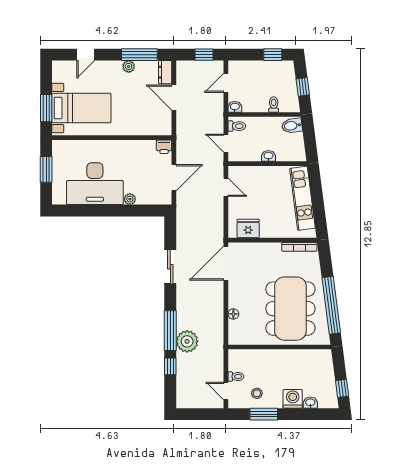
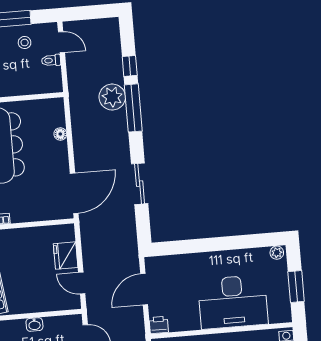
desk: (95, 184) -> (233, 302), moved, turned 180
plant: (130, 199) -> (277, 253), moved
fridge: (248, 229) -> (66, 256), moved, turned 90

